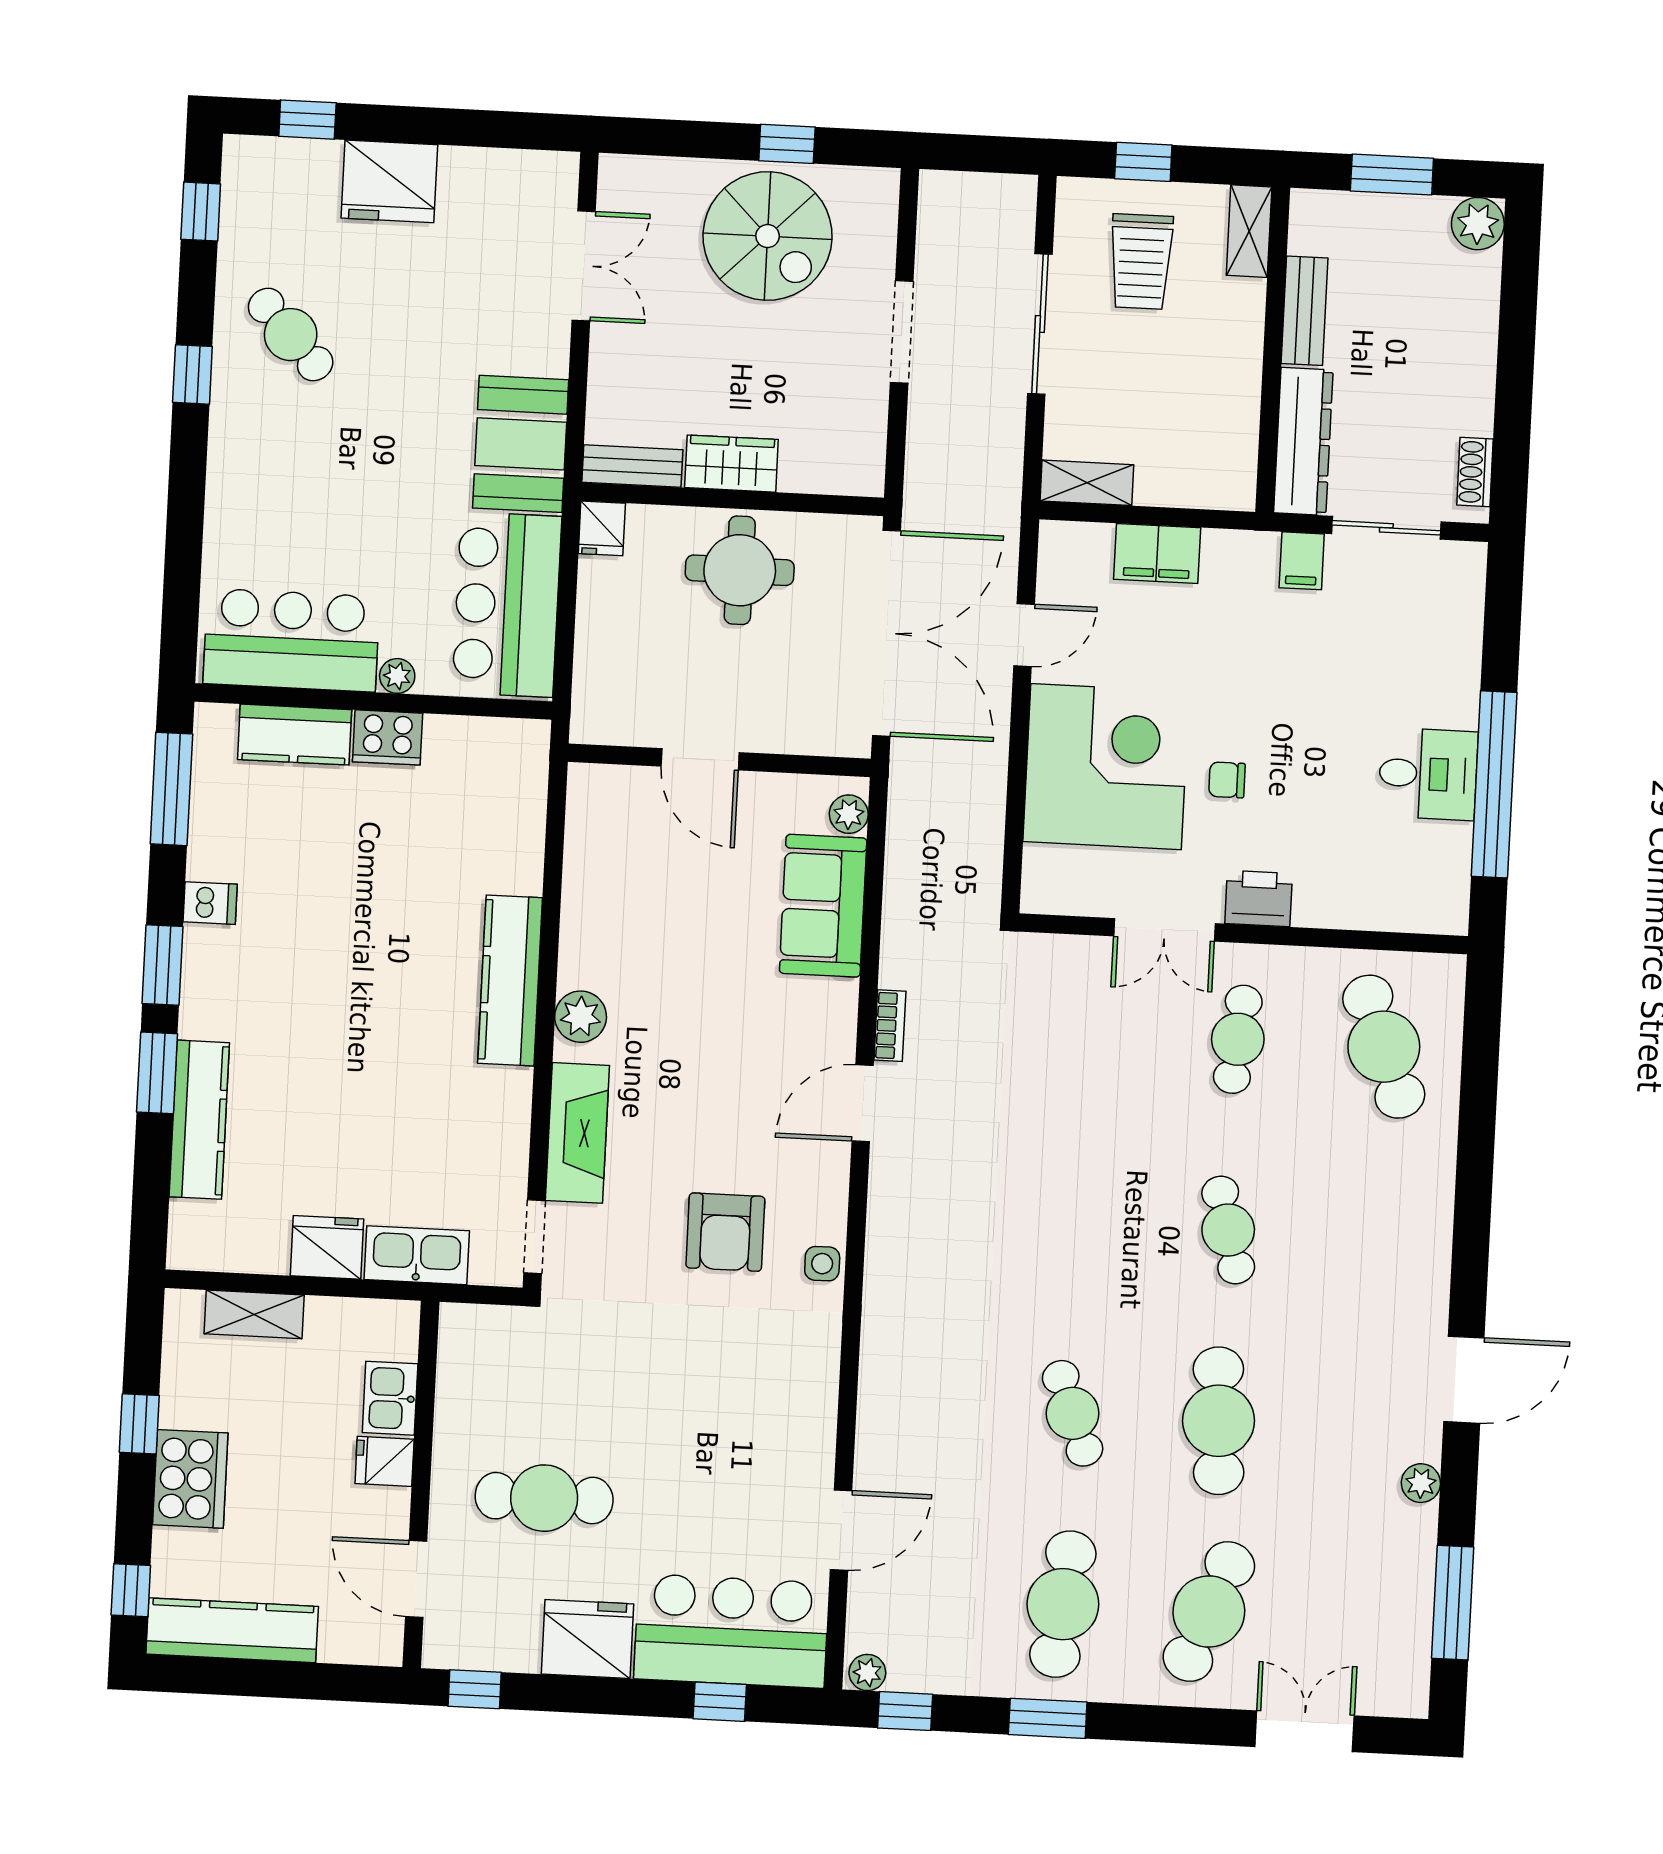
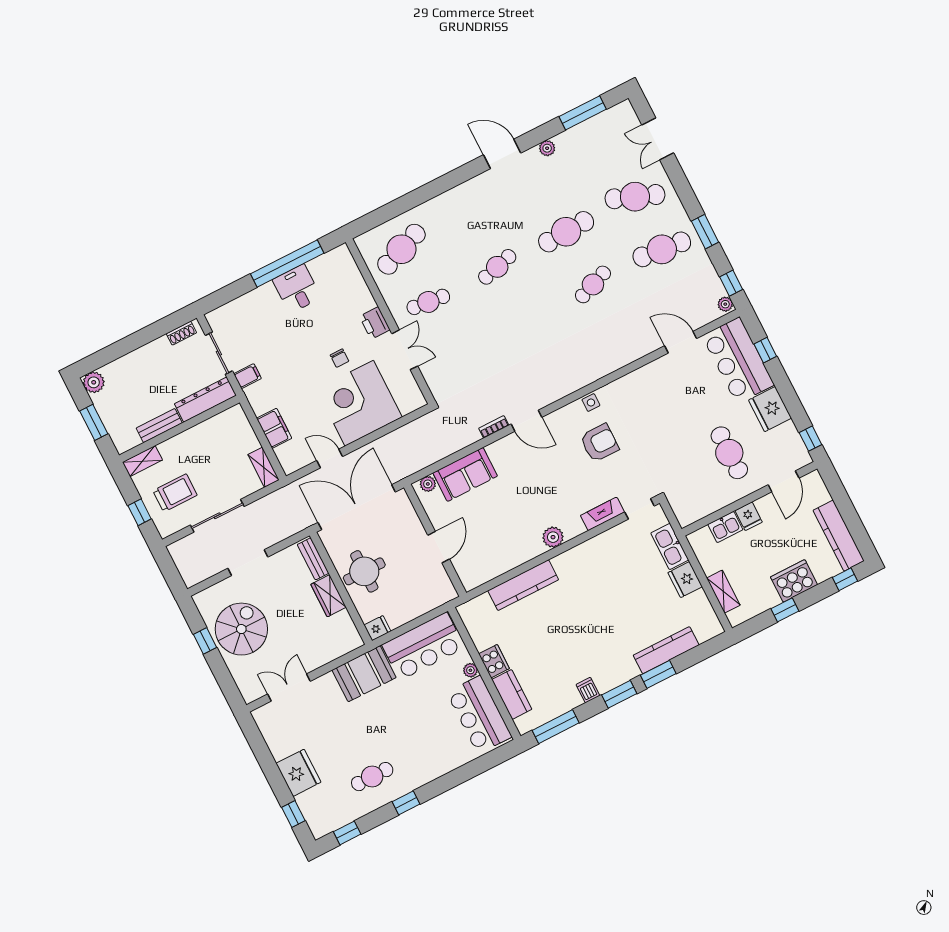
cafe table: (291, 335) -> (372, 777), turned 43
bench: (632, 466) -> (313, 559), moved
kitchen counter: (510, 980) -> (523, 585), moved
fireplace: (577, 1133) -> (602, 514), width x0.73, depth x0.76

